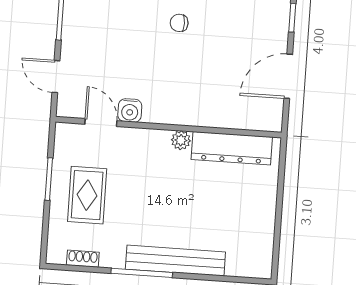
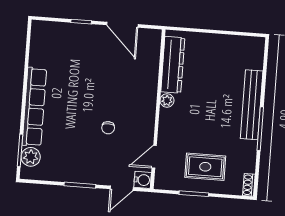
chair: (179, 23) -> (108, 128), moved
water cooler: (130, 110) -> (143, 180), moved
shoe rack: (83, 259) -> (249, 185), moved

